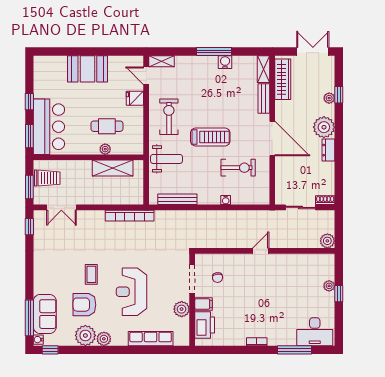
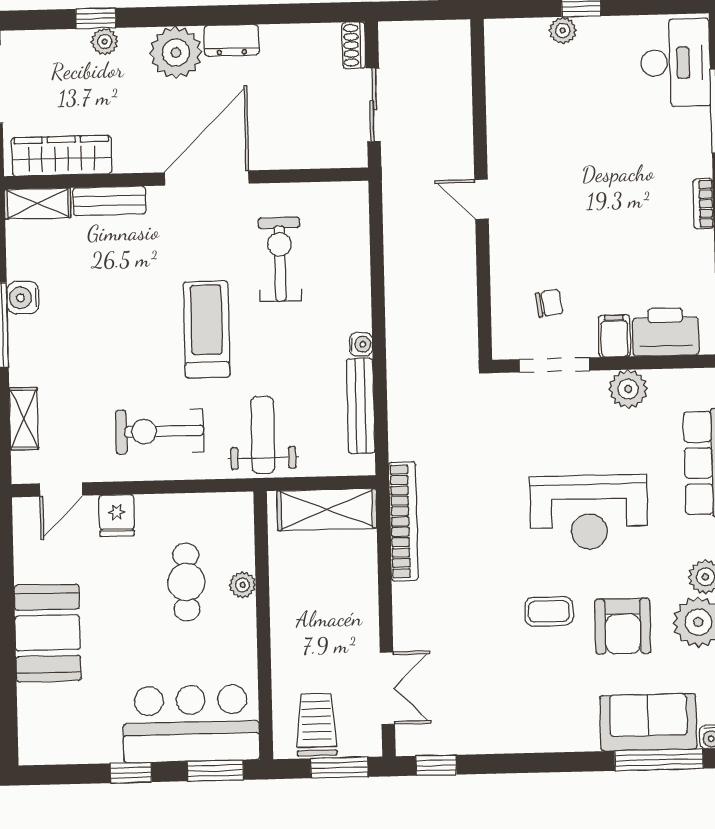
shelving: (161, 61) -> (24, 419), moved
shelving: (113, 168) -> (327, 510), moved, turned 90
water cooler: (226, 200) -> (361, 344), moved
plant: (327, 241) -> (453, 37), removed

